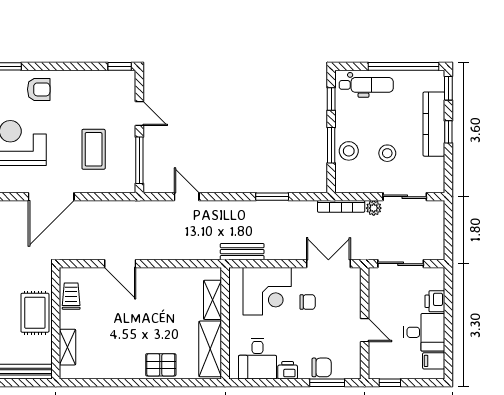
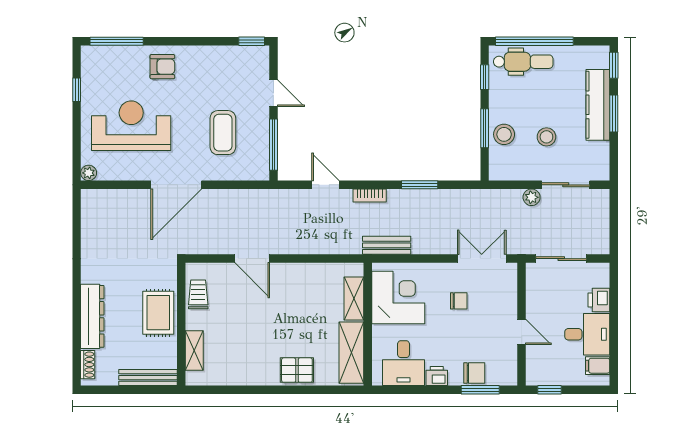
window: (403, 66) -> (534, 41), moved
window: (448, 132) -> (614, 113), width x1.50
bookcase: (341, 206) -> (370, 196), moved, width x0.64
corner desk: (267, 291) -> (398, 298), moved, turned -90

